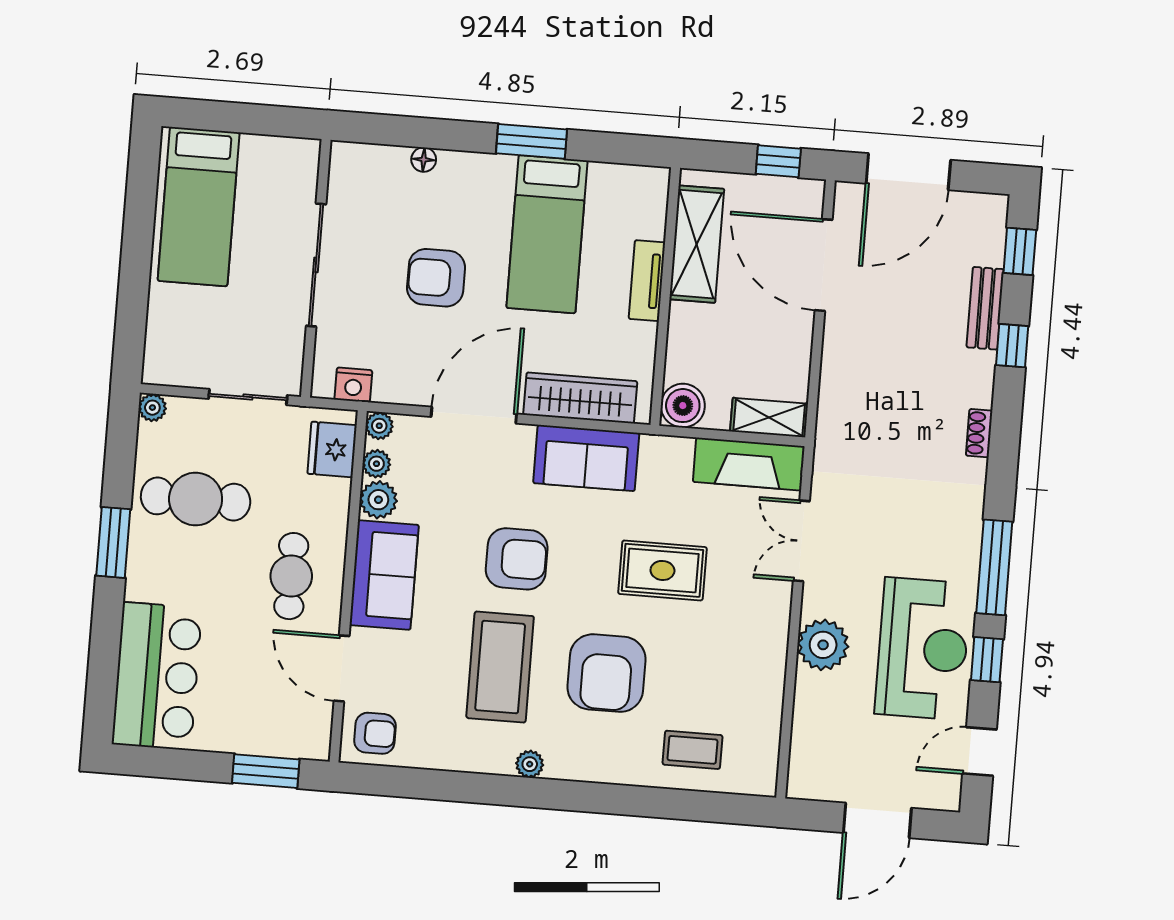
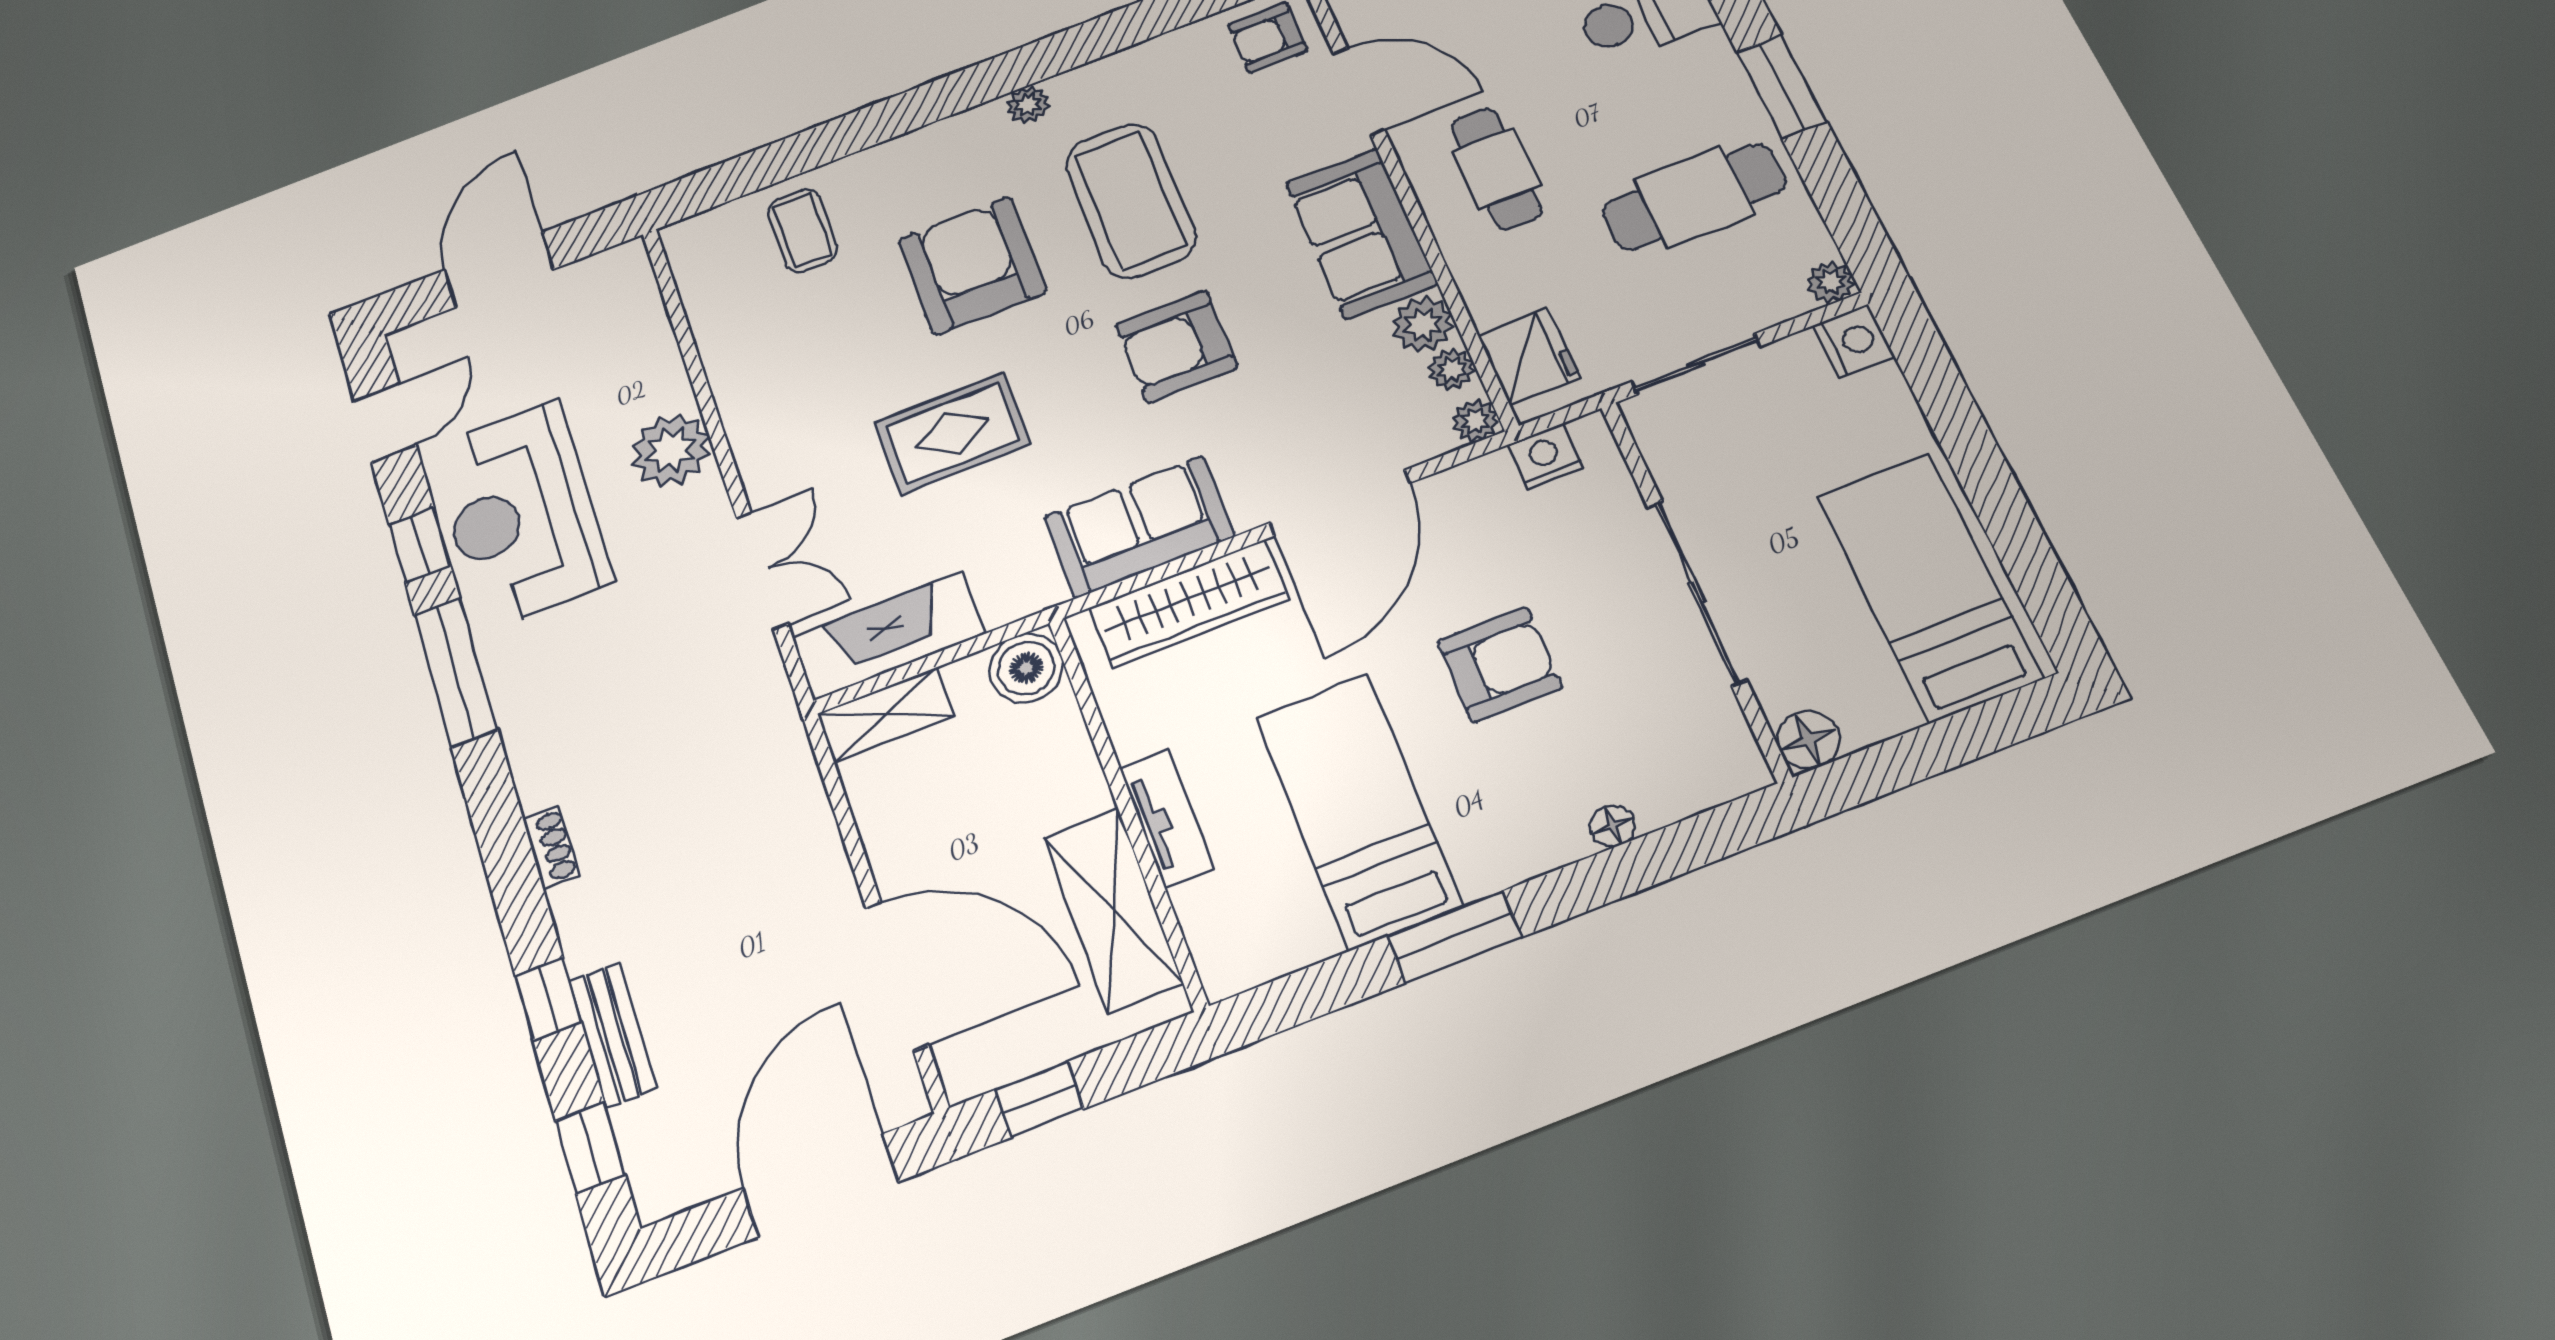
floor lamp: (303, 155) -> (1808, 740), added
nightstand: (160, 366) -> (1854, 341), added
coffee table: (692, 750) -> (803, 230), turned 90

